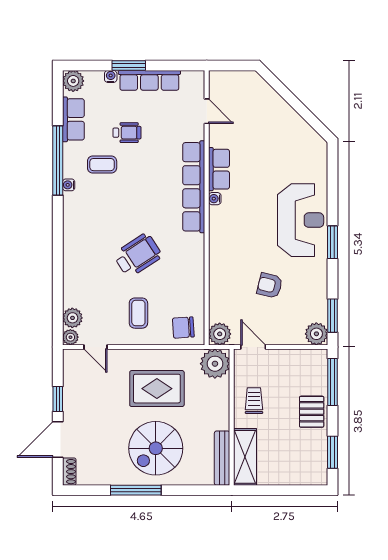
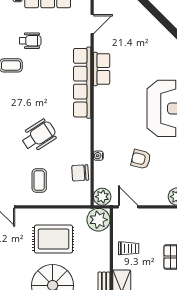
door: (207, 111) -> (92, 24), hinge flipped
water cooler: (215, 199) -> (98, 156), moved
chair: (183, 328) -> (80, 173), moved
trolley: (254, 401) -> (129, 248), turned 90

